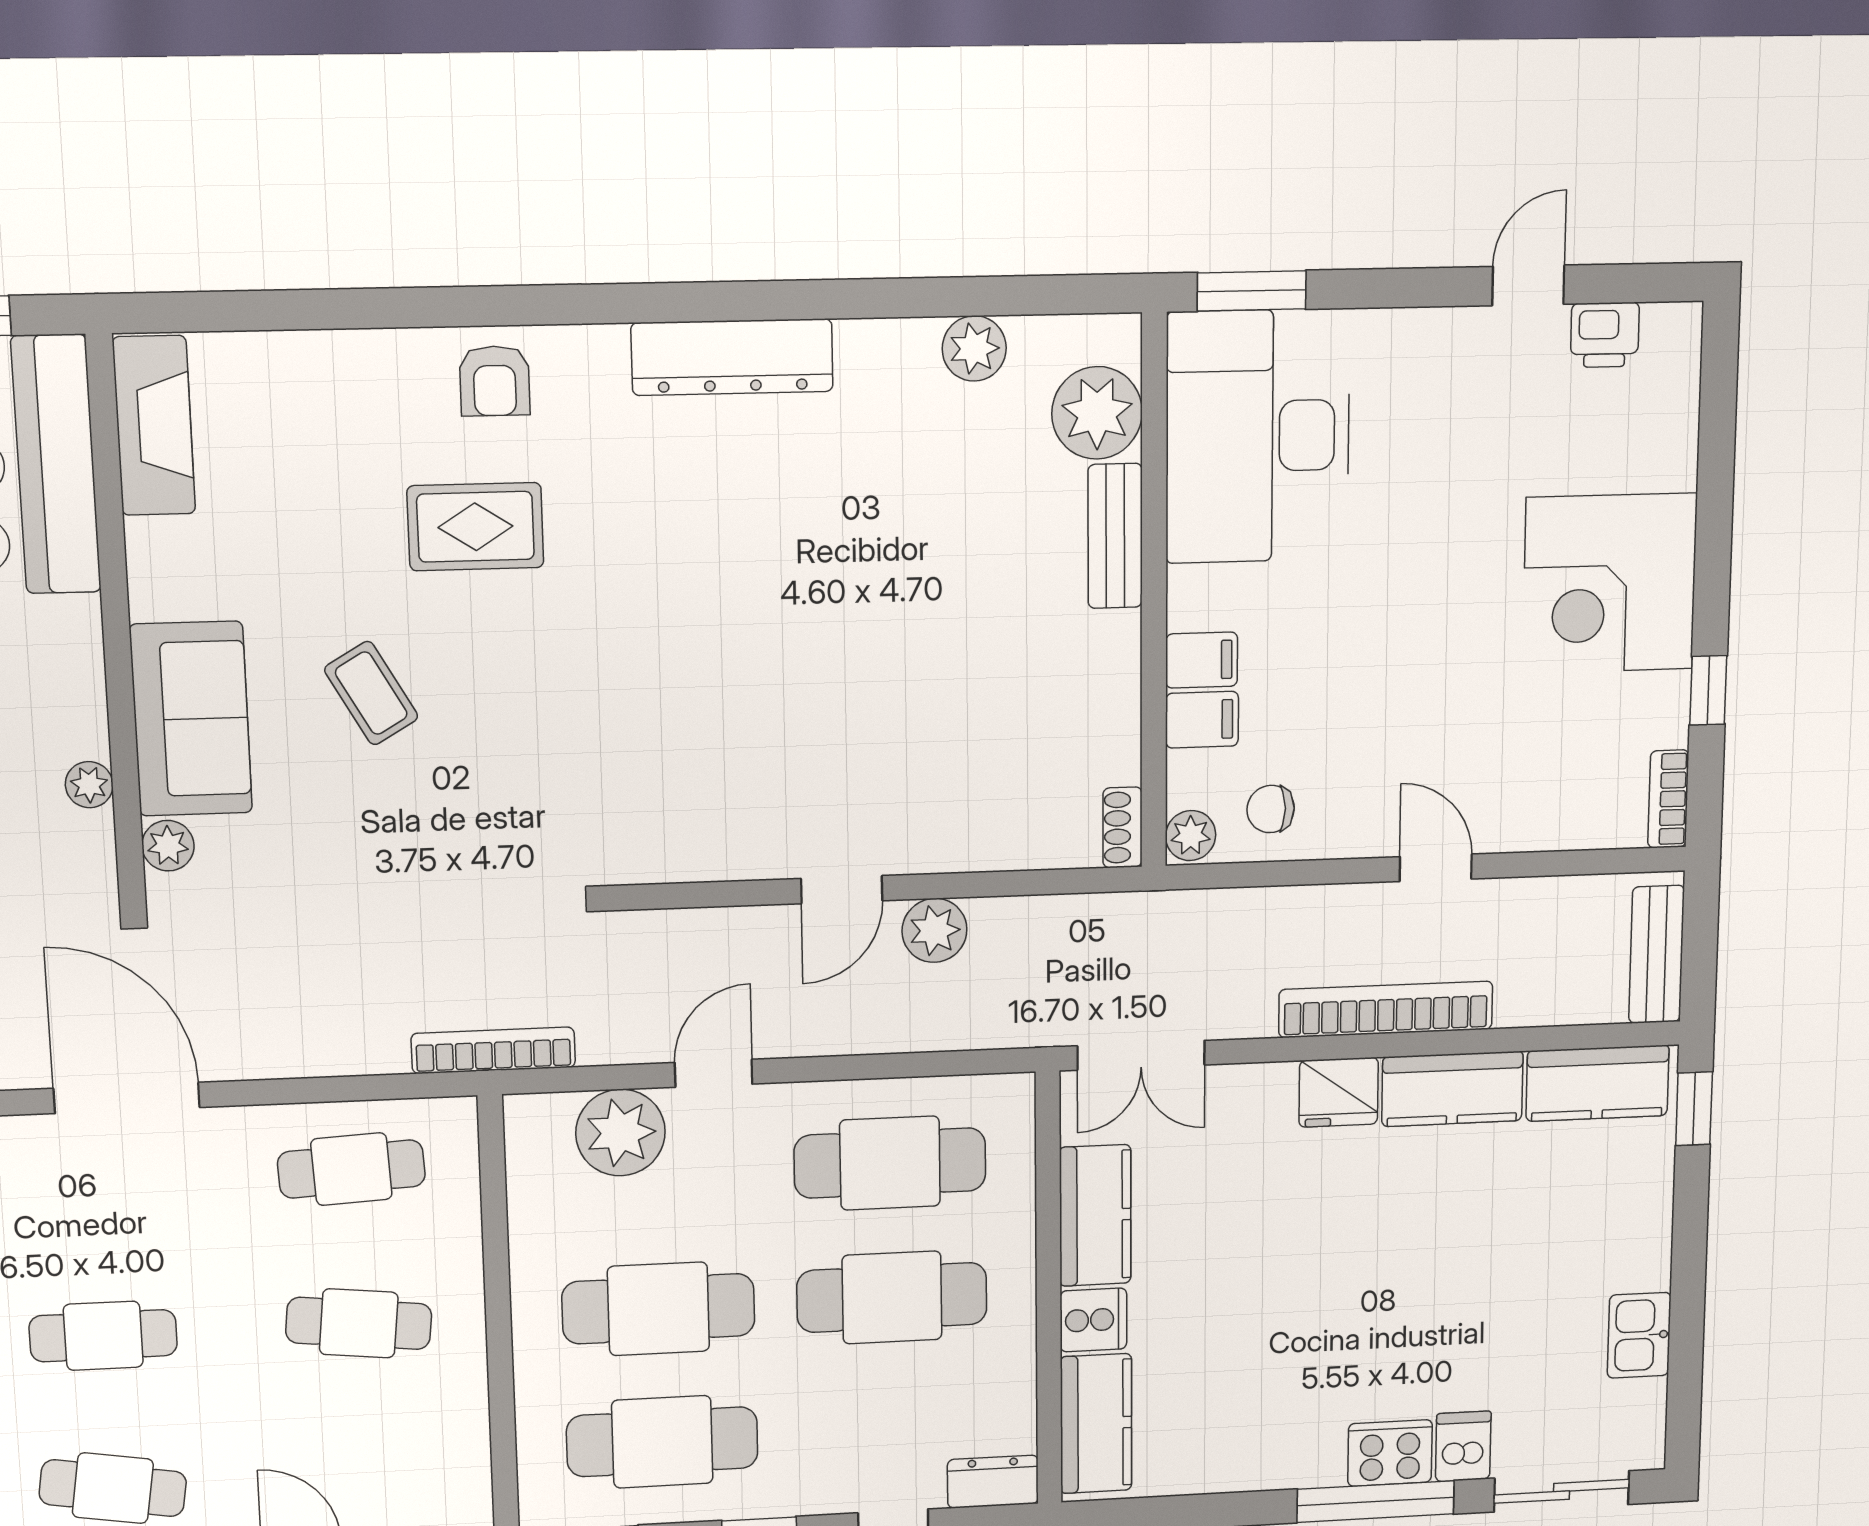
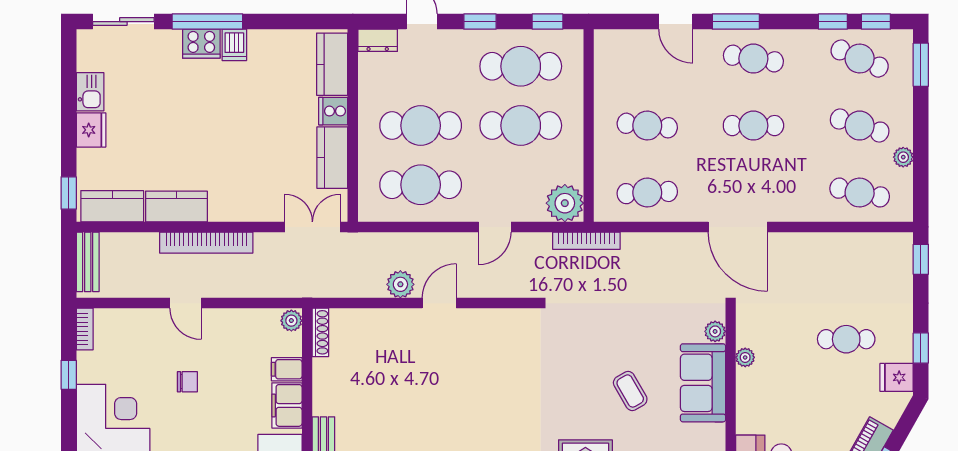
filing cabinet: (1202, 660) -> (287, 405), width x2.00
chair: (1271, 809) -> (187, 382), moved
shoe rack: (1122, 827) -> (320, 332), width x1.43
fridge: (1339, 1092) -> (91, 130), moved, turned 90
plant: (620, 1133) -> (565, 203), moved
dishwasher: (1463, 1446) -> (234, 45), moved

